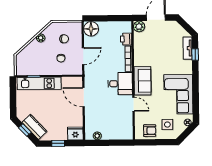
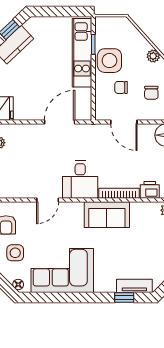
side table: (44, 66) -> (109, 61), added
sofa: (143, 81) -> (107, 215), moved

